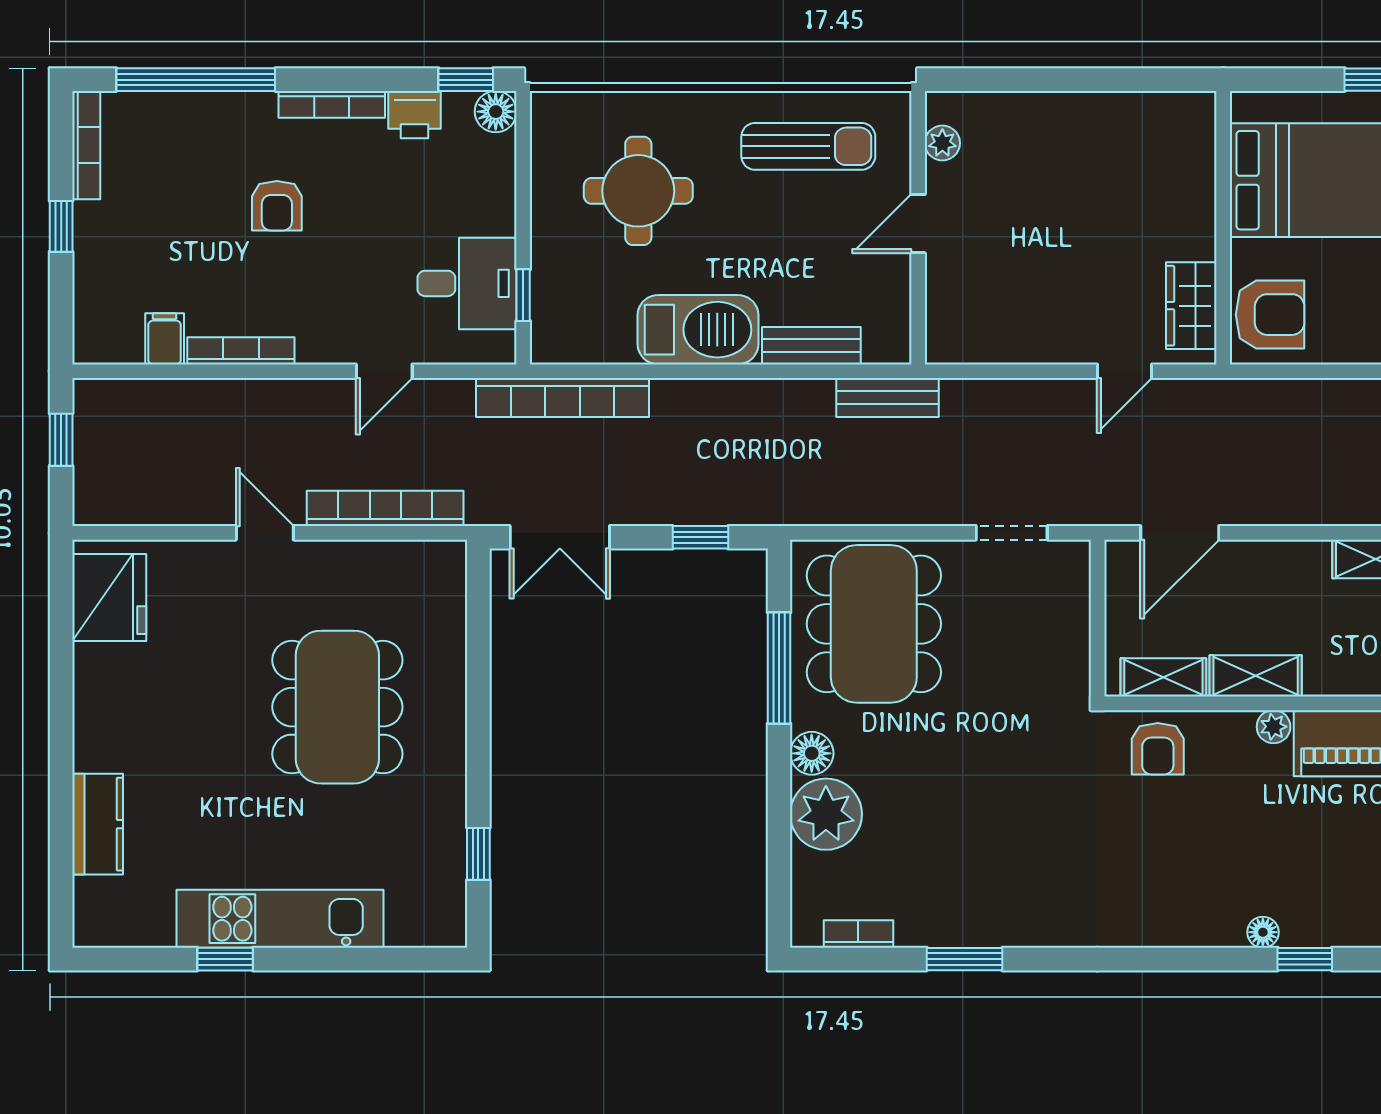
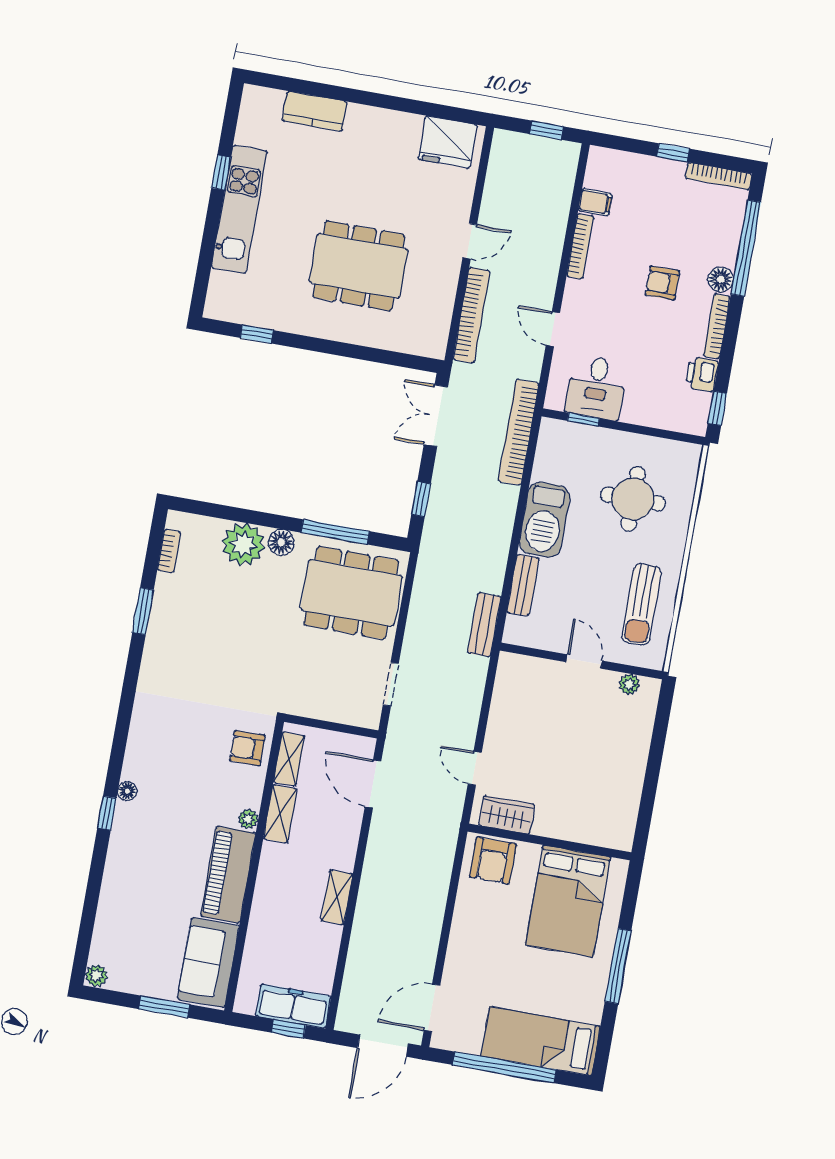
floor lamp: (496, 112) -> (721, 279), moved

